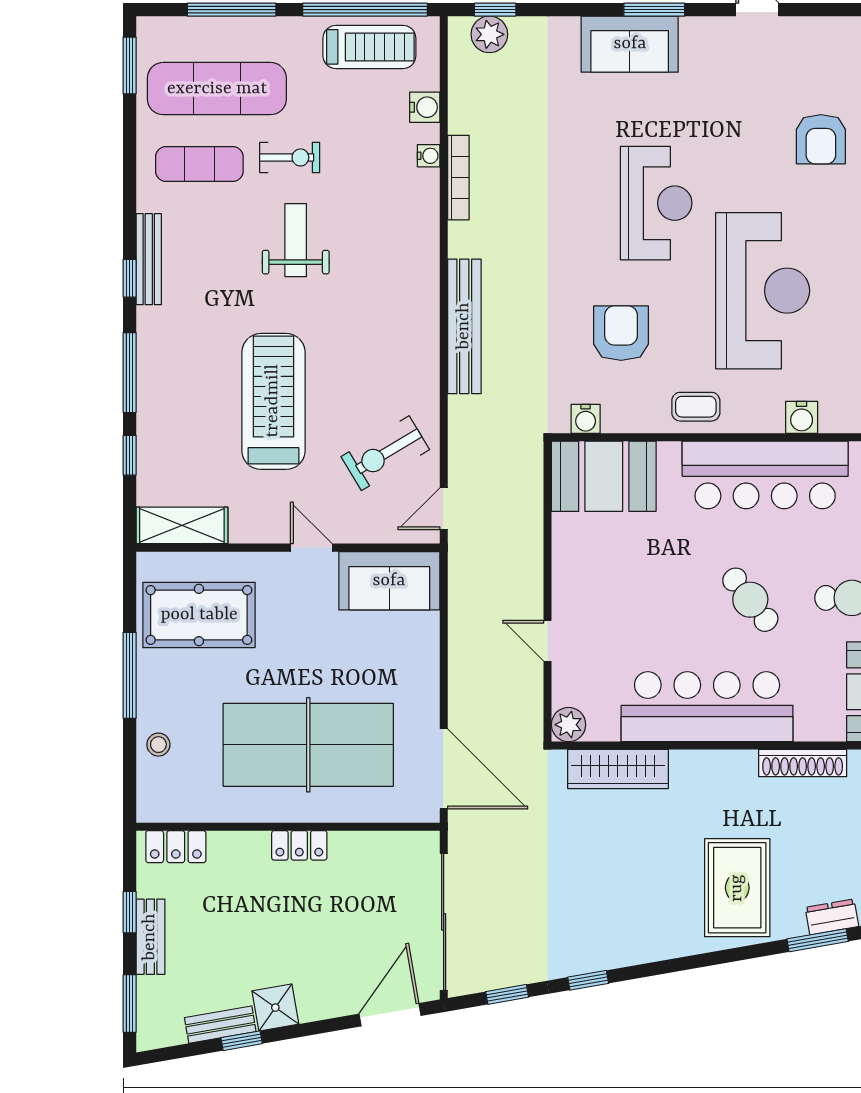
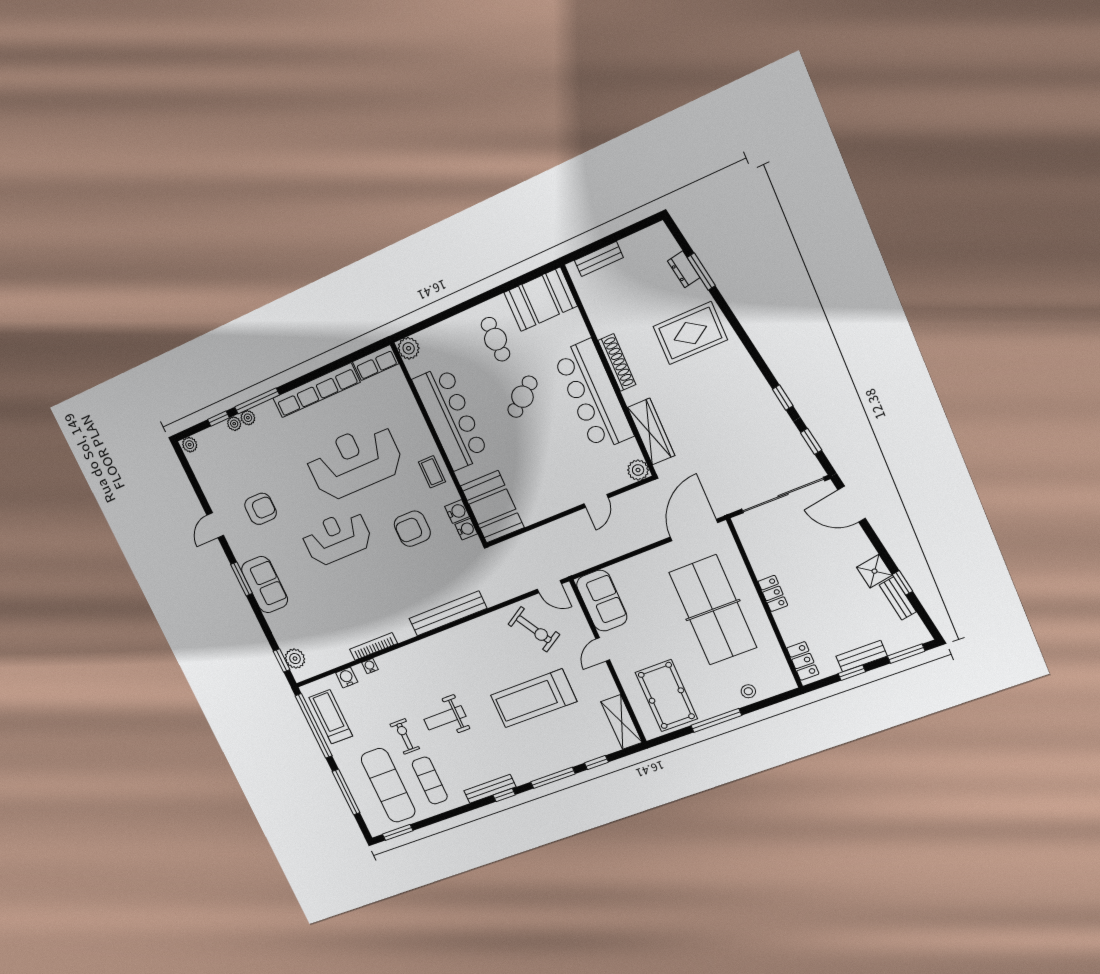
armchair: (821, 139) -> (261, 509), moved
water cooler: (802, 417) -> (457, 512), moved
shoe rack: (803, 763) -> (617, 363), moved

